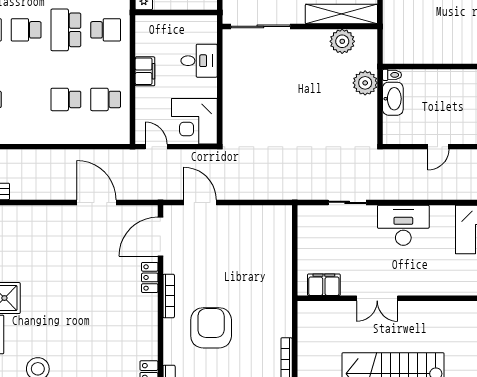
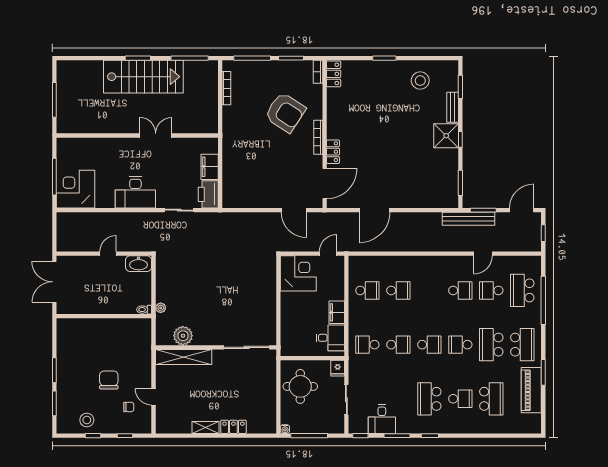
school desk: (66, 30) -> (398, 345), width x0.54
desk: (199, 61) -> (330, 338), moved, turned 180
plant: (365, 83) -> (161, 308), width x0.53, depth x0.53
washbasin: (393, 99) -> (138, 264), moved, turned -90
door: (156, 147) -> (328, 254), swing flipped
door: (96, 202) -> (375, 210), hinge flipped
printer: (310, 223) -> (208, 194), added
filing cabinet: (324, 285) -> (210, 167), moved, turned 90
armchair: (211, 328) -> (285, 112), turned -57

